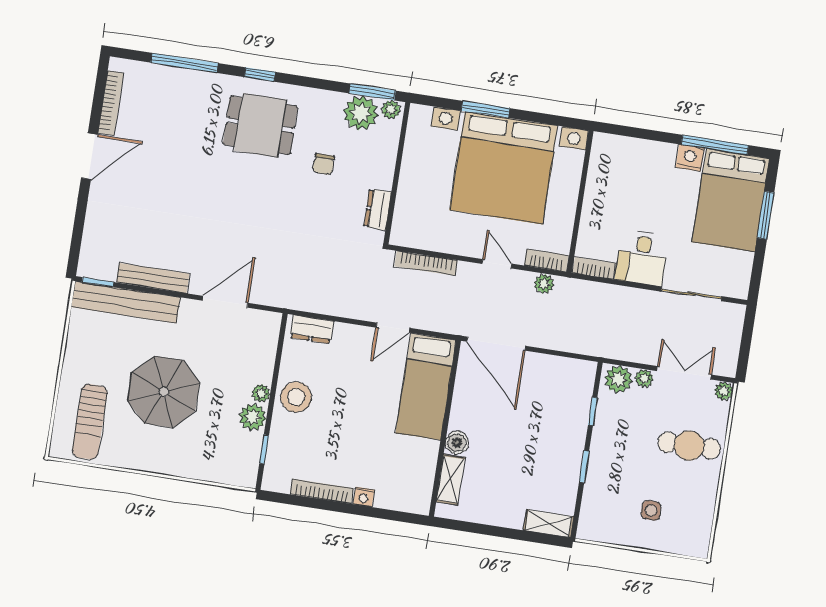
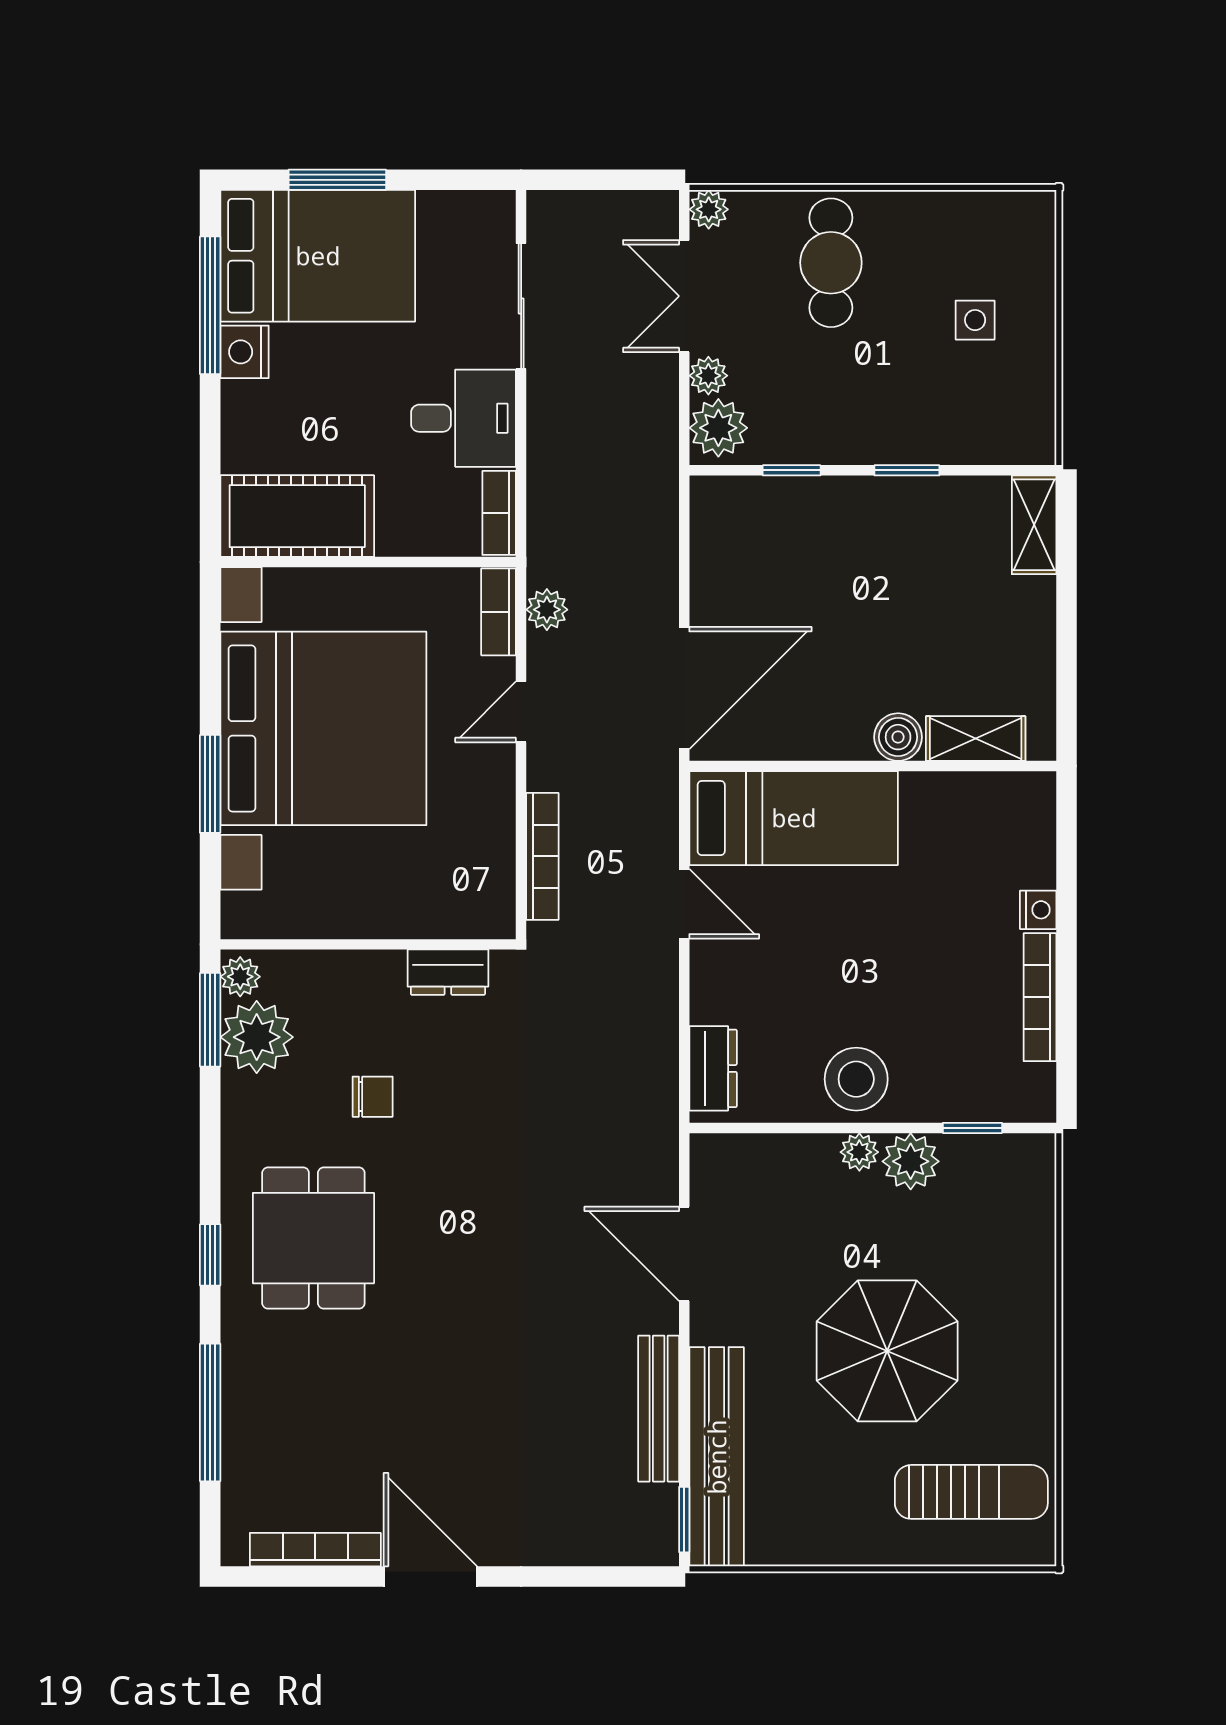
cot: (607, 171) -> (297, 516), added

